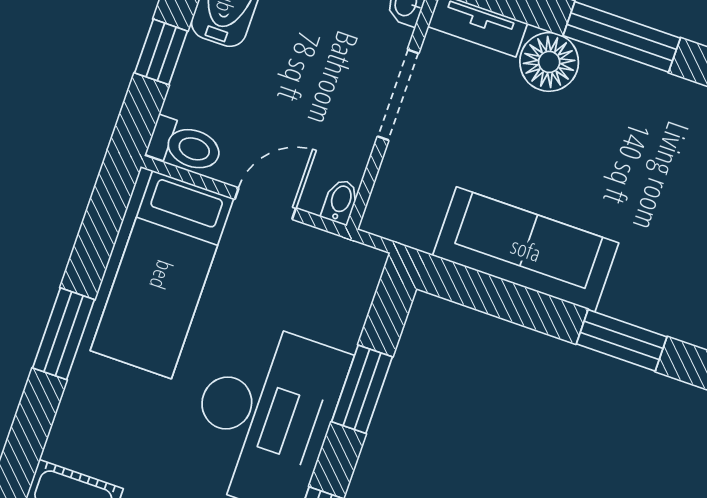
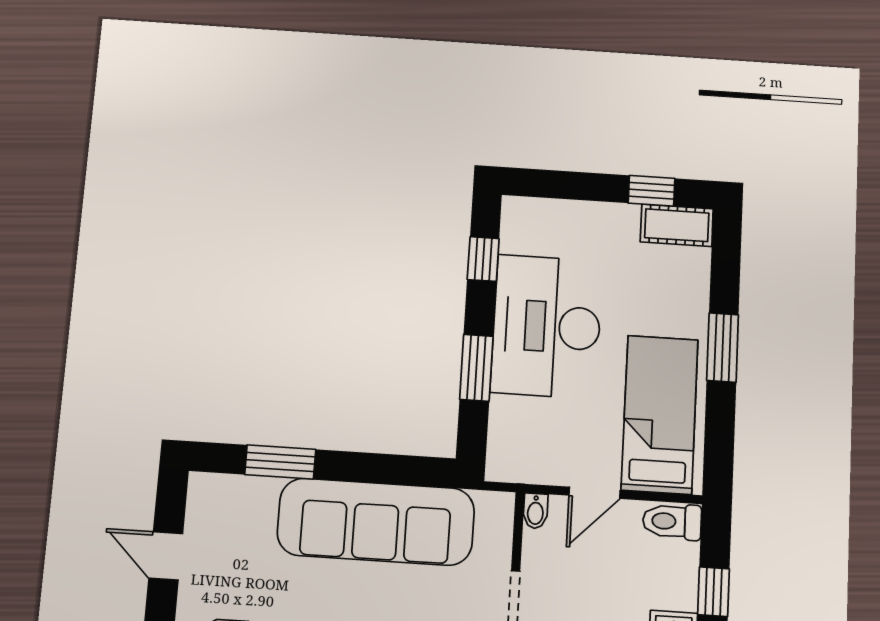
sofa: (526, 249) -> (376, 522), width x1.36, depth x1.27

